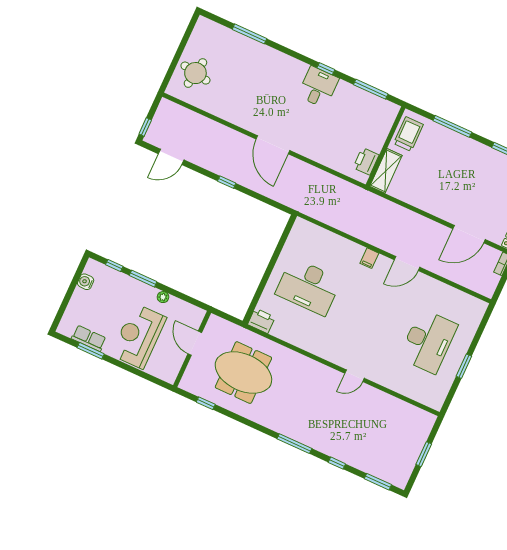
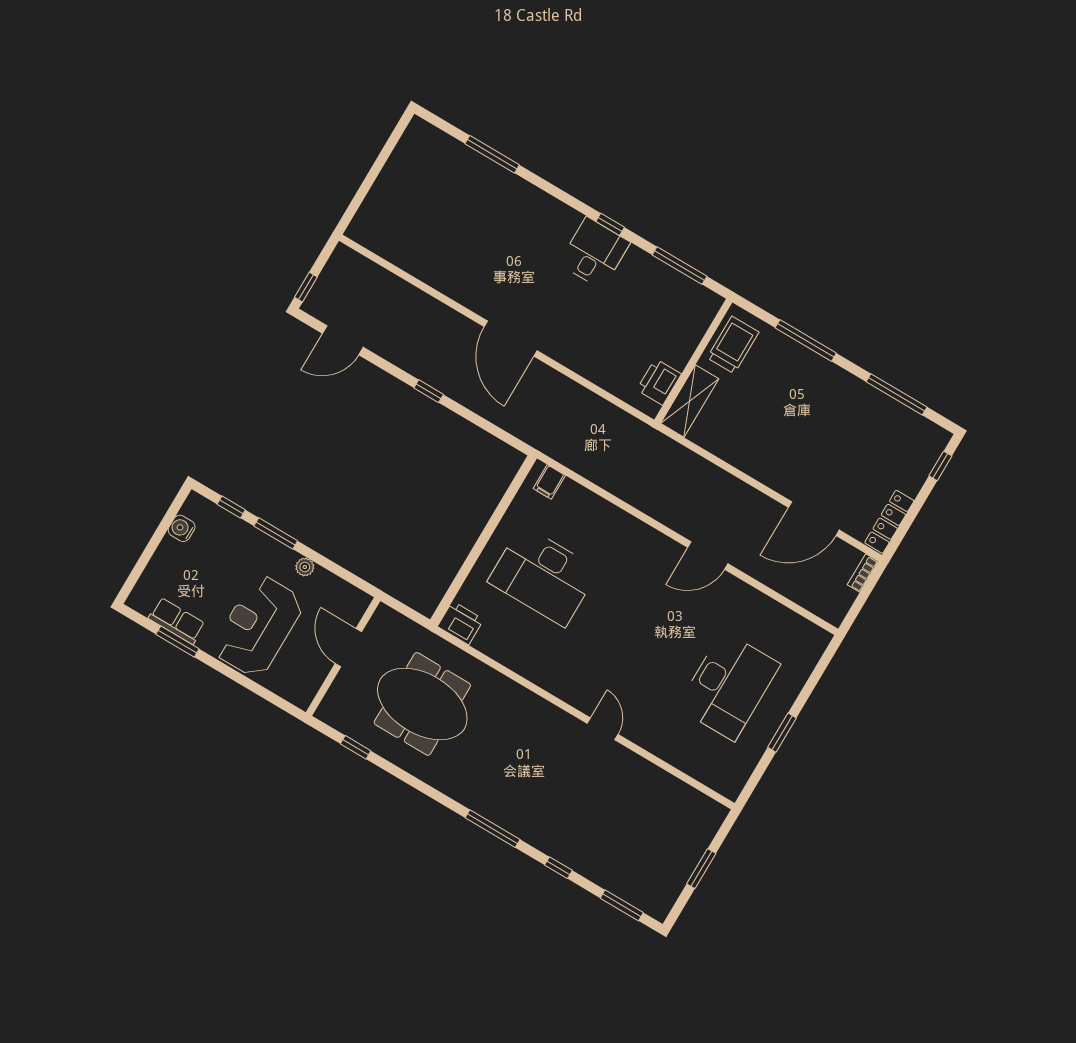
round table: (195, 73) -> (397, 208), removed
filing cabinet: (369, 258) -> (549, 482), moved
door: (355, 376) -> (603, 729), swing flipped

